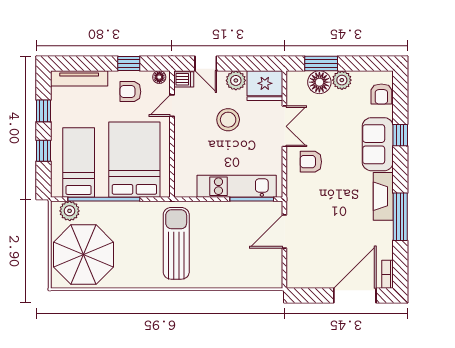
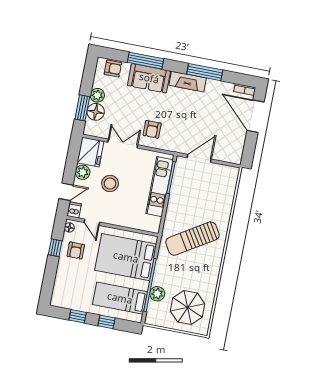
tv unit: (79, 78) -> (59, 286), removed
window: (400, 135) -> (146, 61), width x2.17
plant: (70, 211) -> (157, 294), moved
door: (284, 231) -> (199, 158), swing flipped
sun lounger: (176, 243) -> (192, 239), turned -32
parasol: (83, 255) -> (188, 308), width x0.73, depth x0.73

